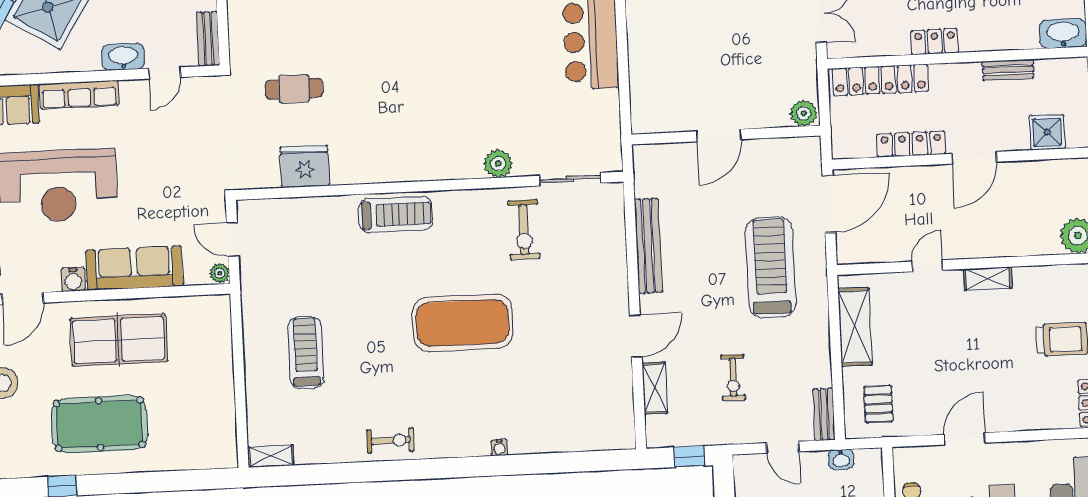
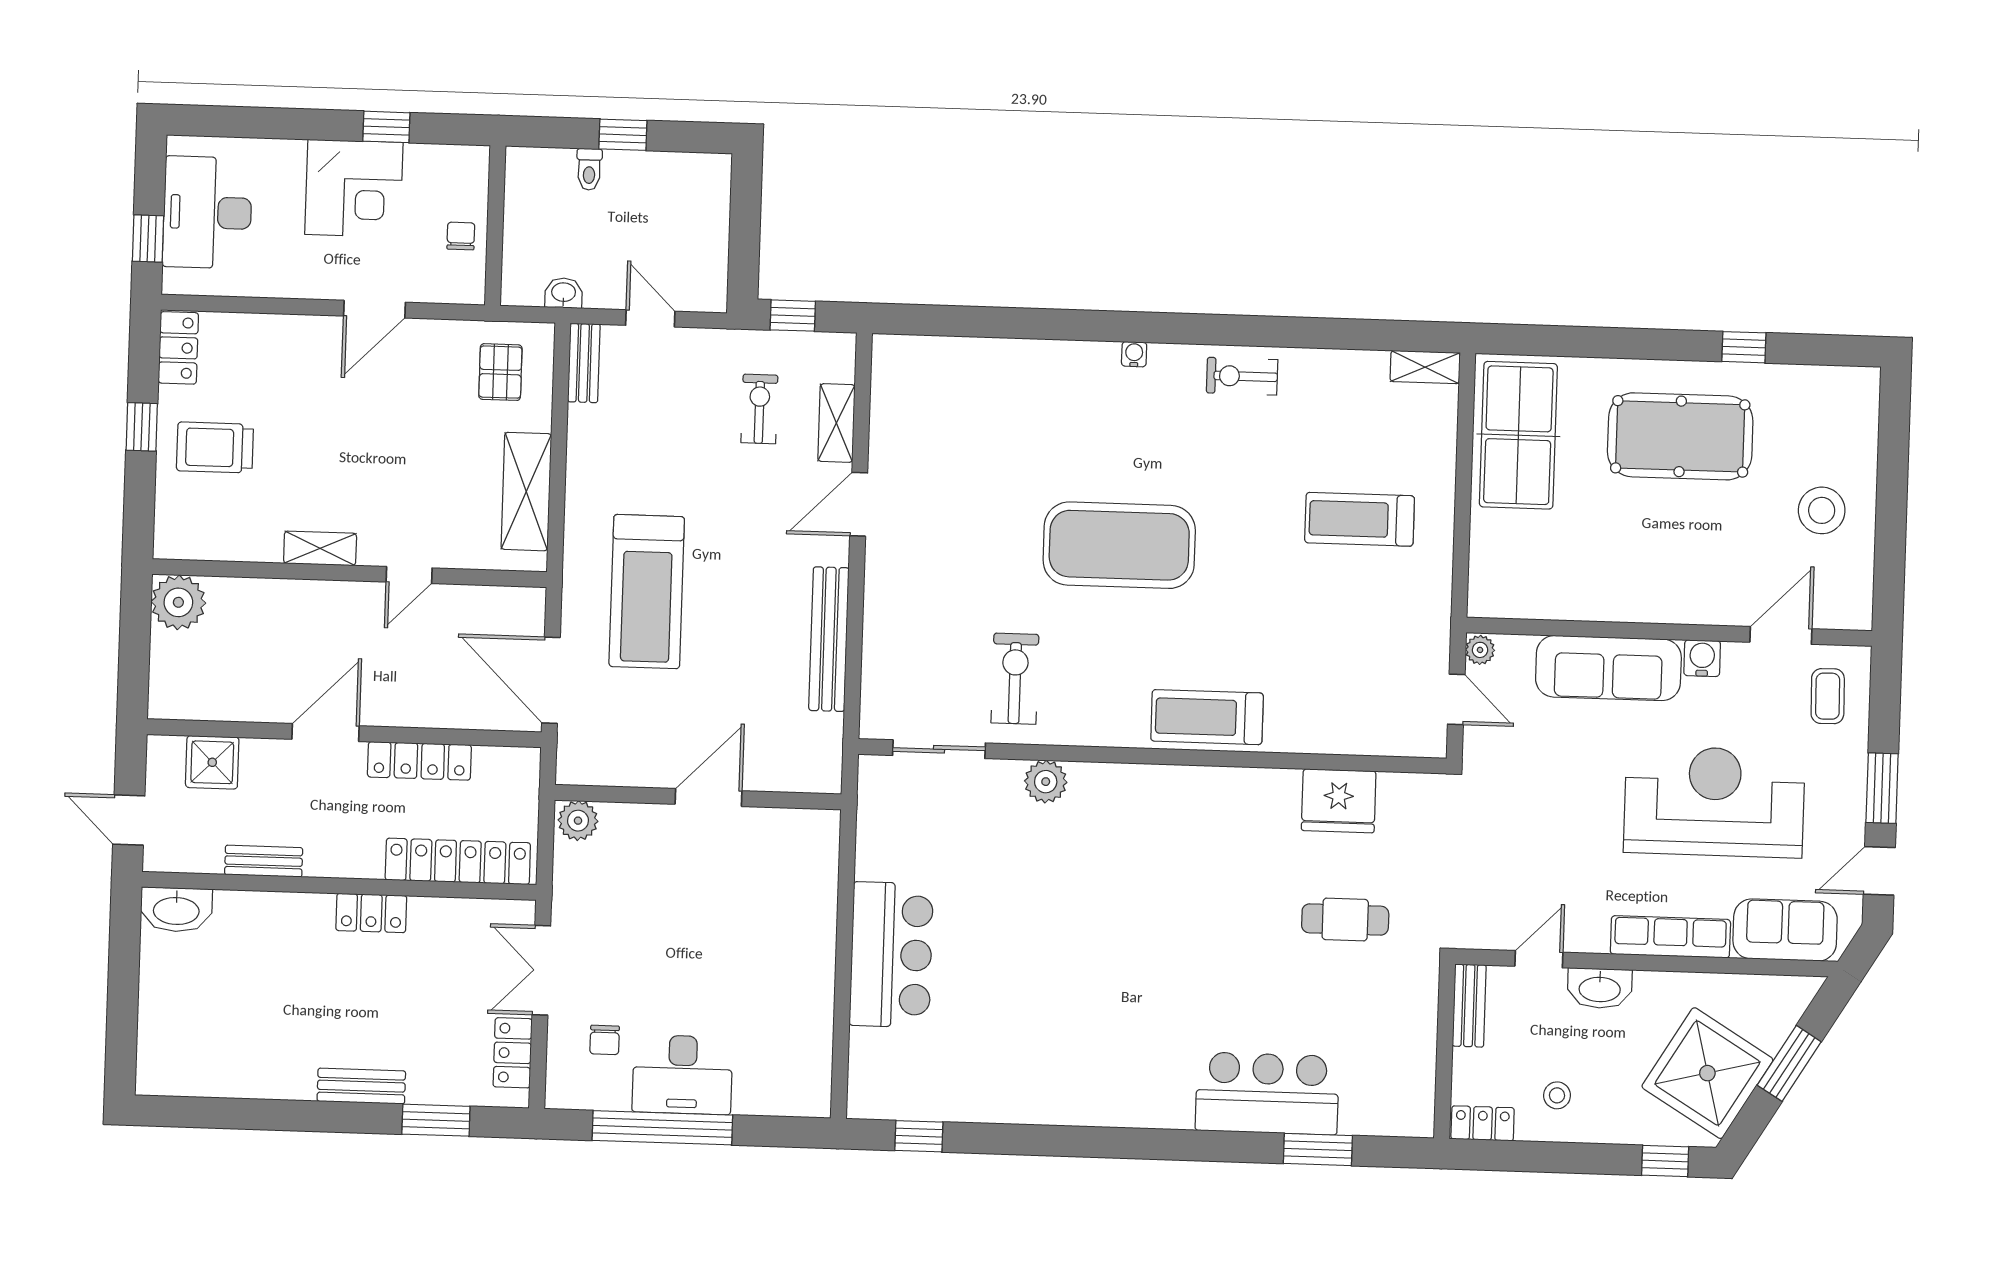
door: (829, 204) -> (551, 680), hinge flipped
table tennis table: (119, 340) -> (1518, 435), moved, turned 90
treadmill: (306, 353) -> (1360, 519), turned 90
exercise bike: (733, 377) -> (759, 409), moved
water cooler: (499, 448) -> (1134, 354), moved

